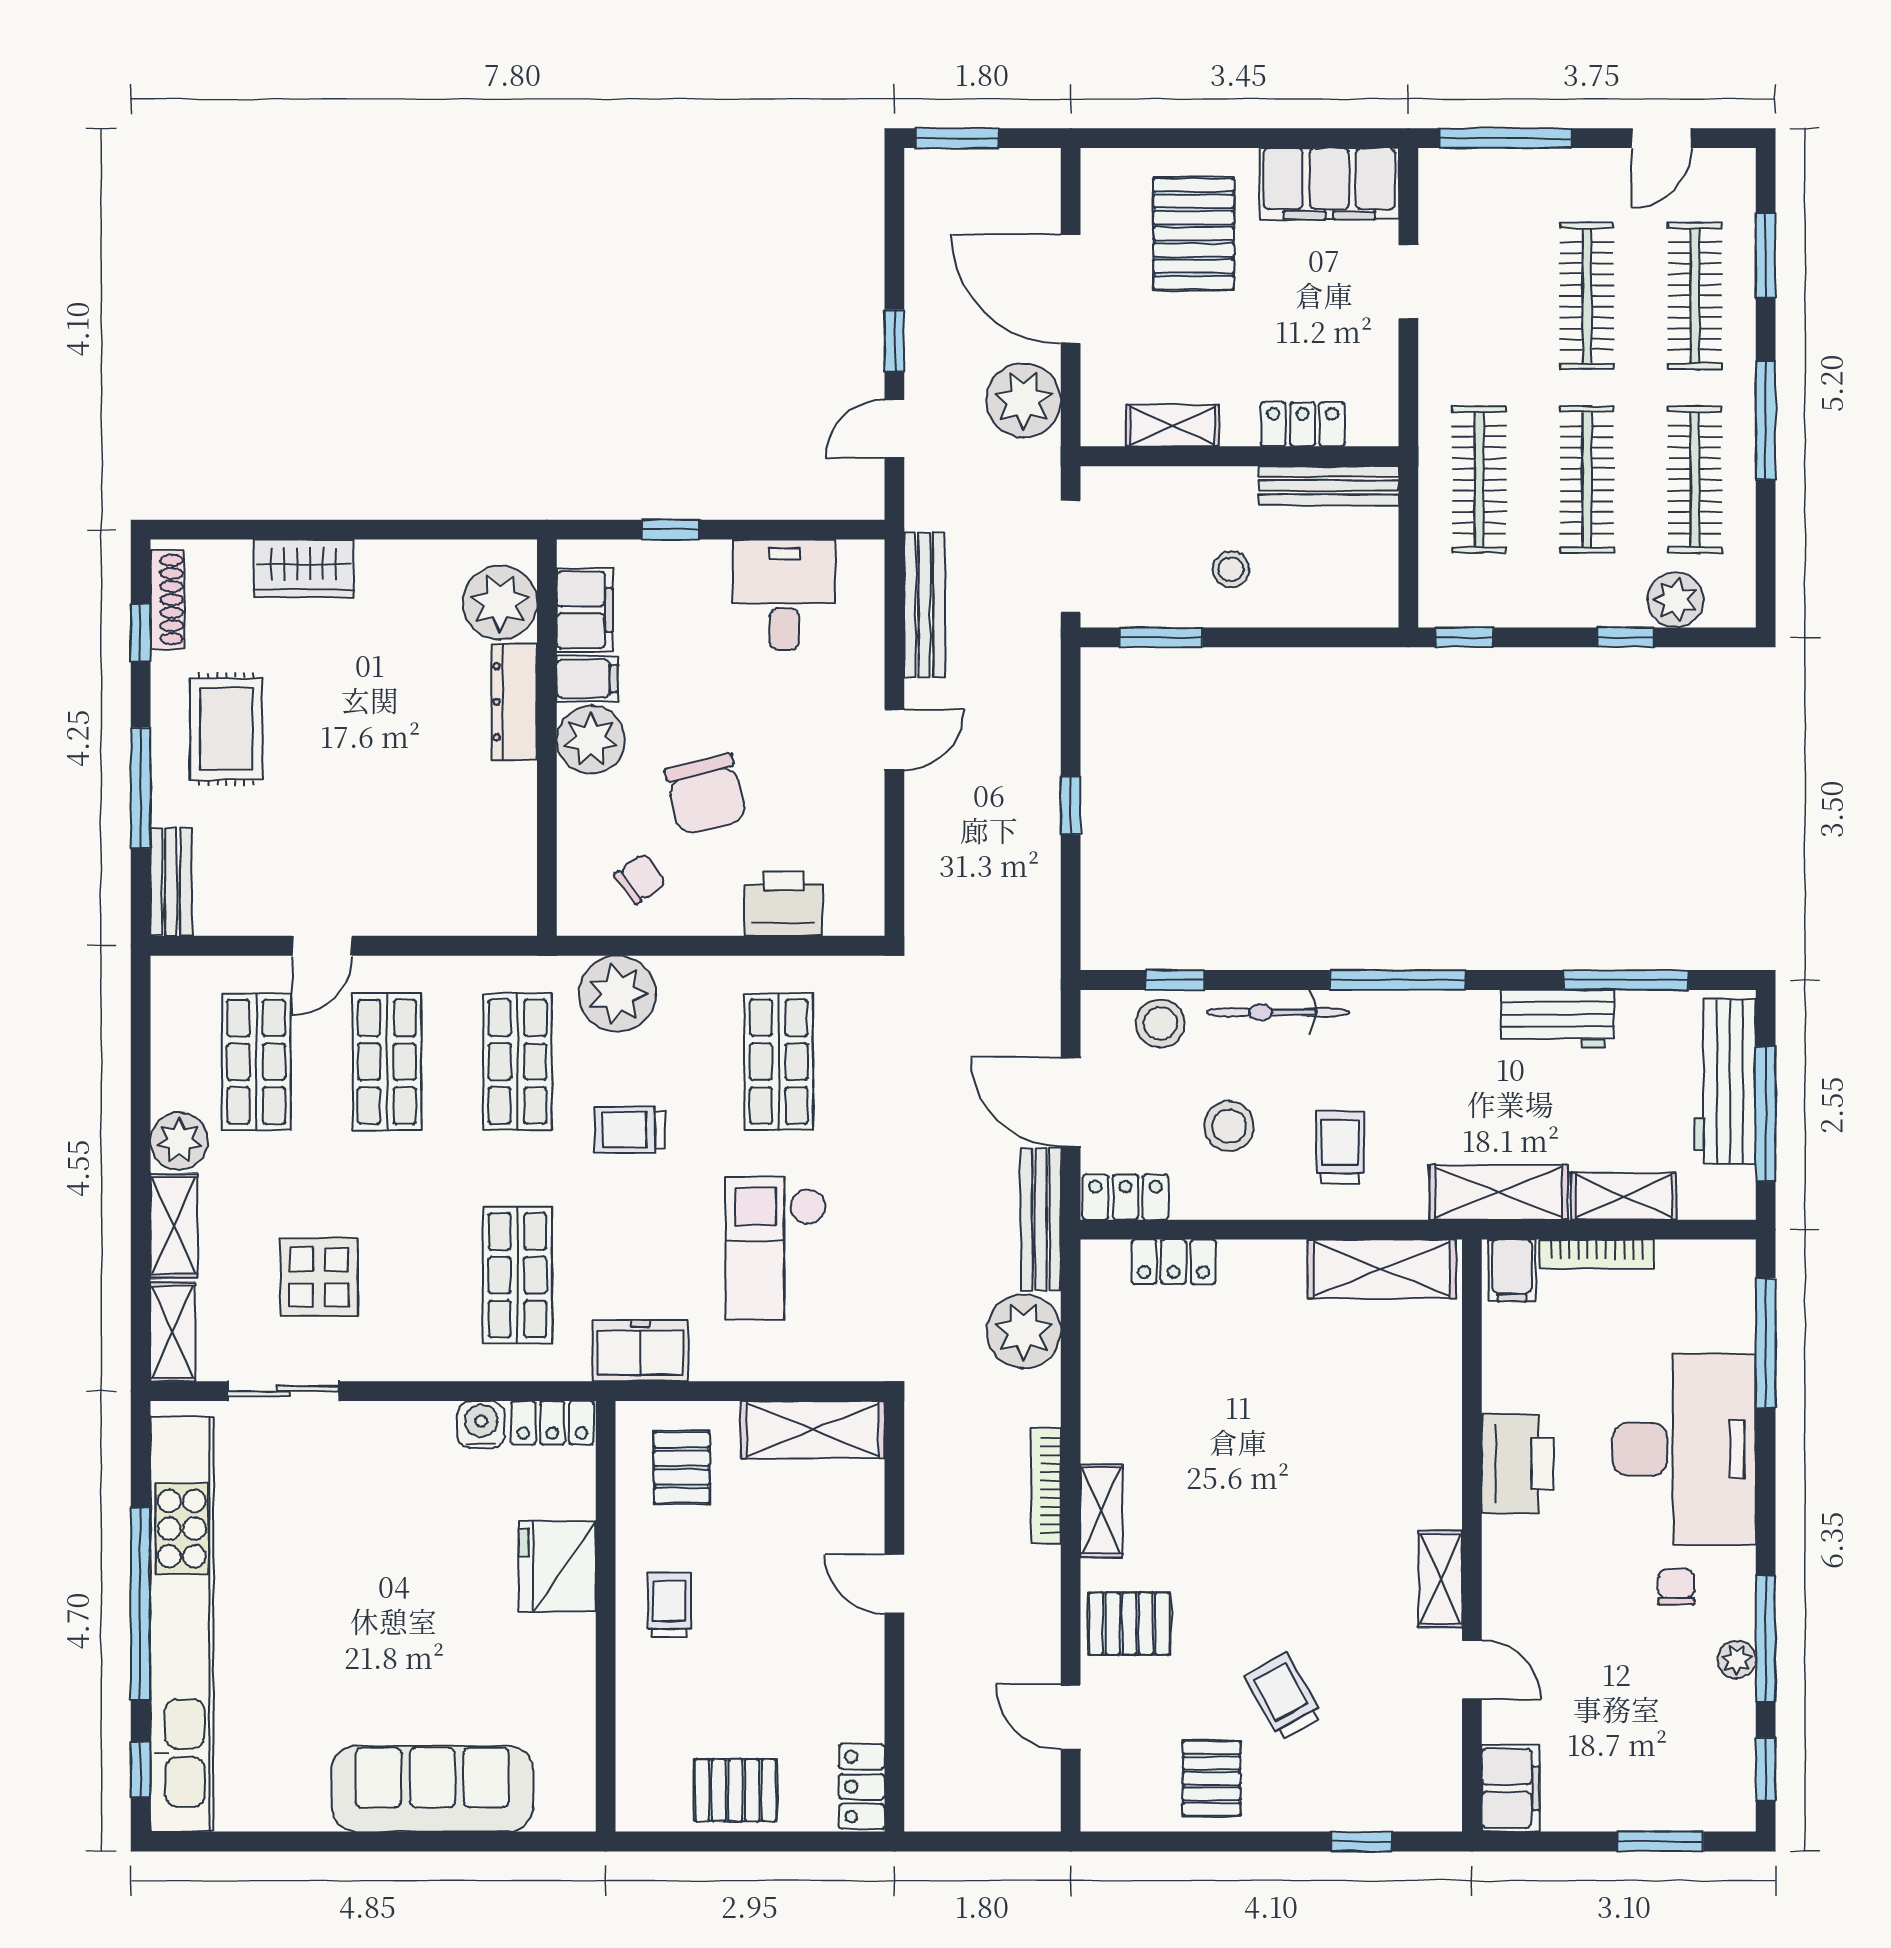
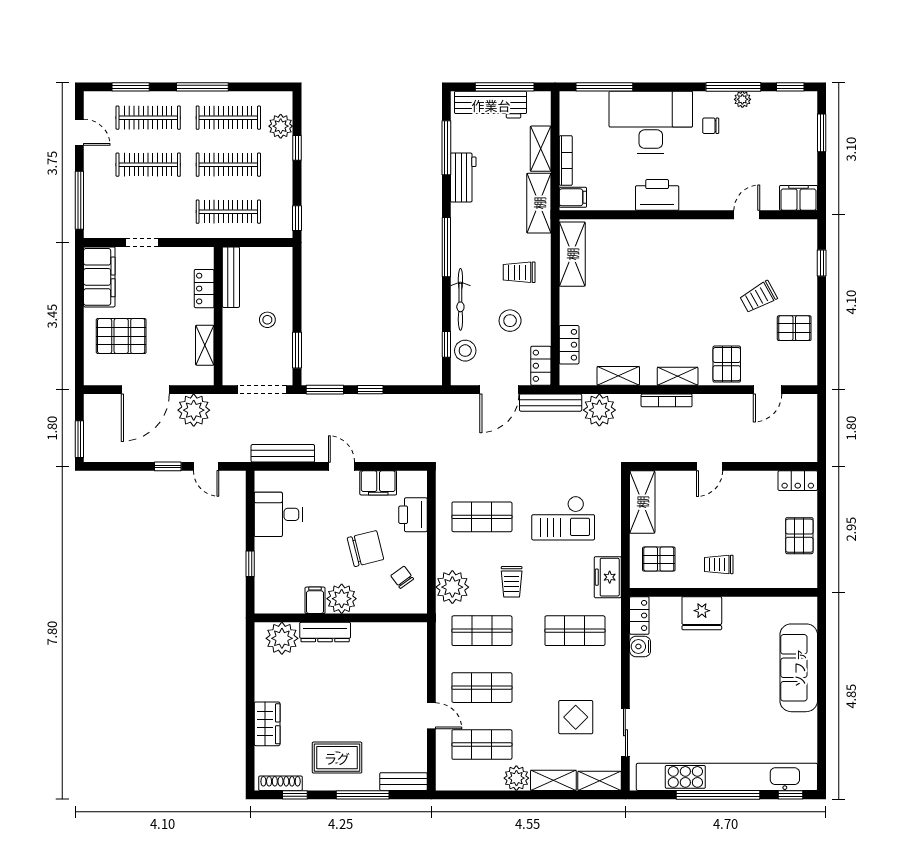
filing cabinet: (585, 610) -> (378, 483), moved, turned 180
window: (1071, 701) -> (325, 390), added
shelving: (1440, 1579) -> (618, 376), moved

